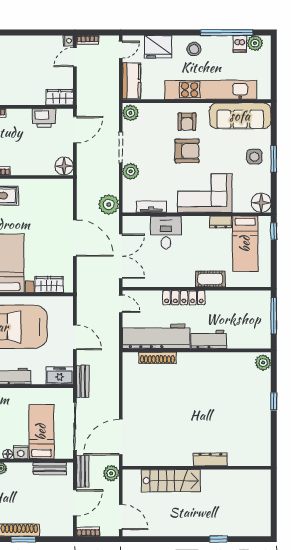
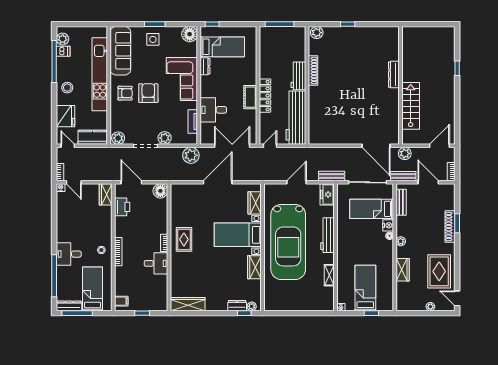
cot: (210, 279) -> (250, 97), moved
shoe rack: (157, 358) -> (313, 71), moved

